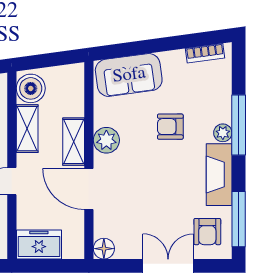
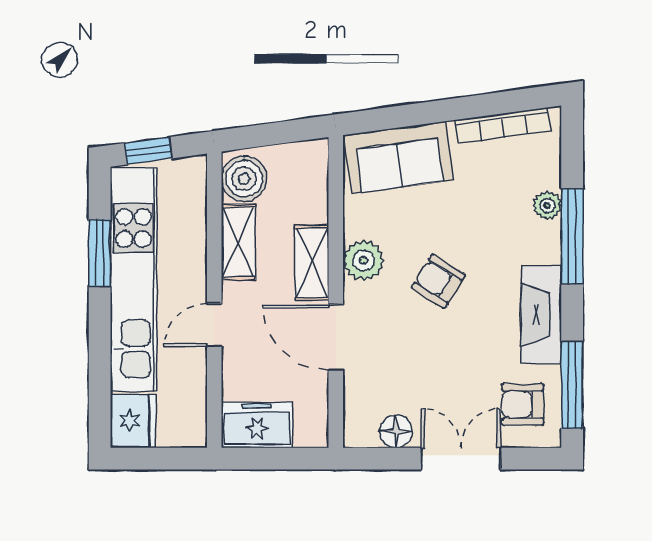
bookcase: (205, 53) -> (503, 125), width x1.56
armchair: (170, 127) -> (438, 281), moved, turned 32
plant: (223, 133) -> (547, 205), moved
armchair: (207, 232) -> (523, 404), turned 90
floor lamp: (104, 249) -> (396, 431), moved

